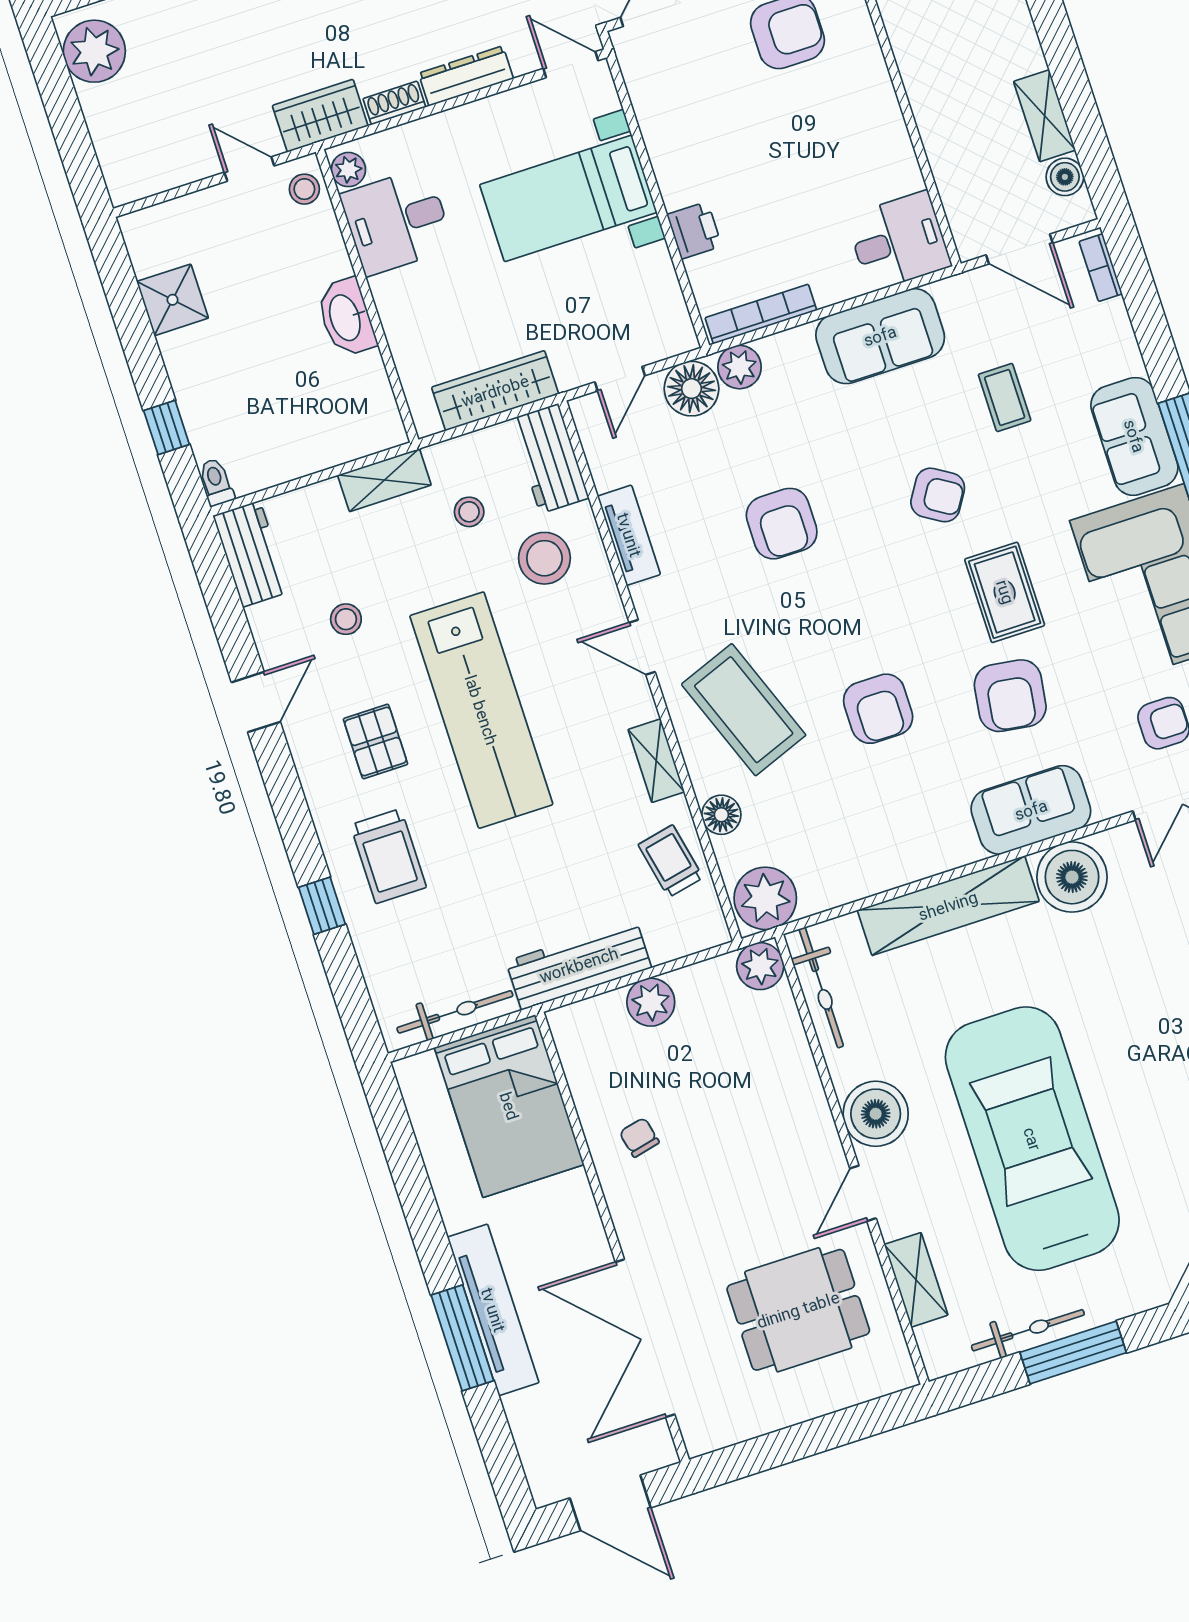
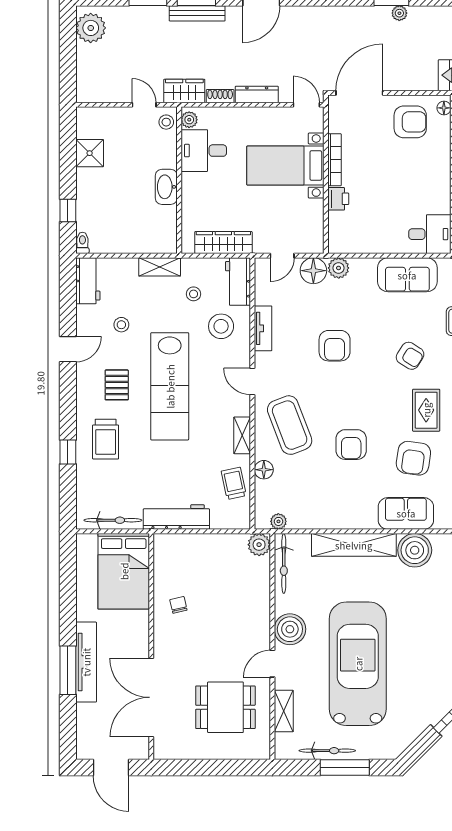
bookcase: (761, 314) -> (335, 160), moved, turned 90
plant: (765, 898) -> (278, 521), width x0.53, depth x0.53
plant: (651, 1002) -> (204, 545), removed

